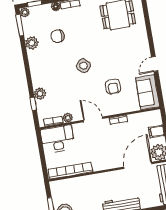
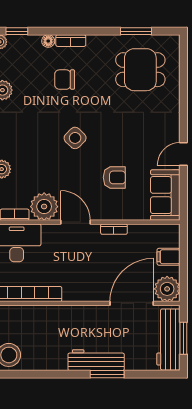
chair: (58, 36) -> (65, 80), moved
armchair: (113, 87) -> (114, 177), turned -89
plant: (68, 118) -> (44, 207), width x1.87, depth x1.87

